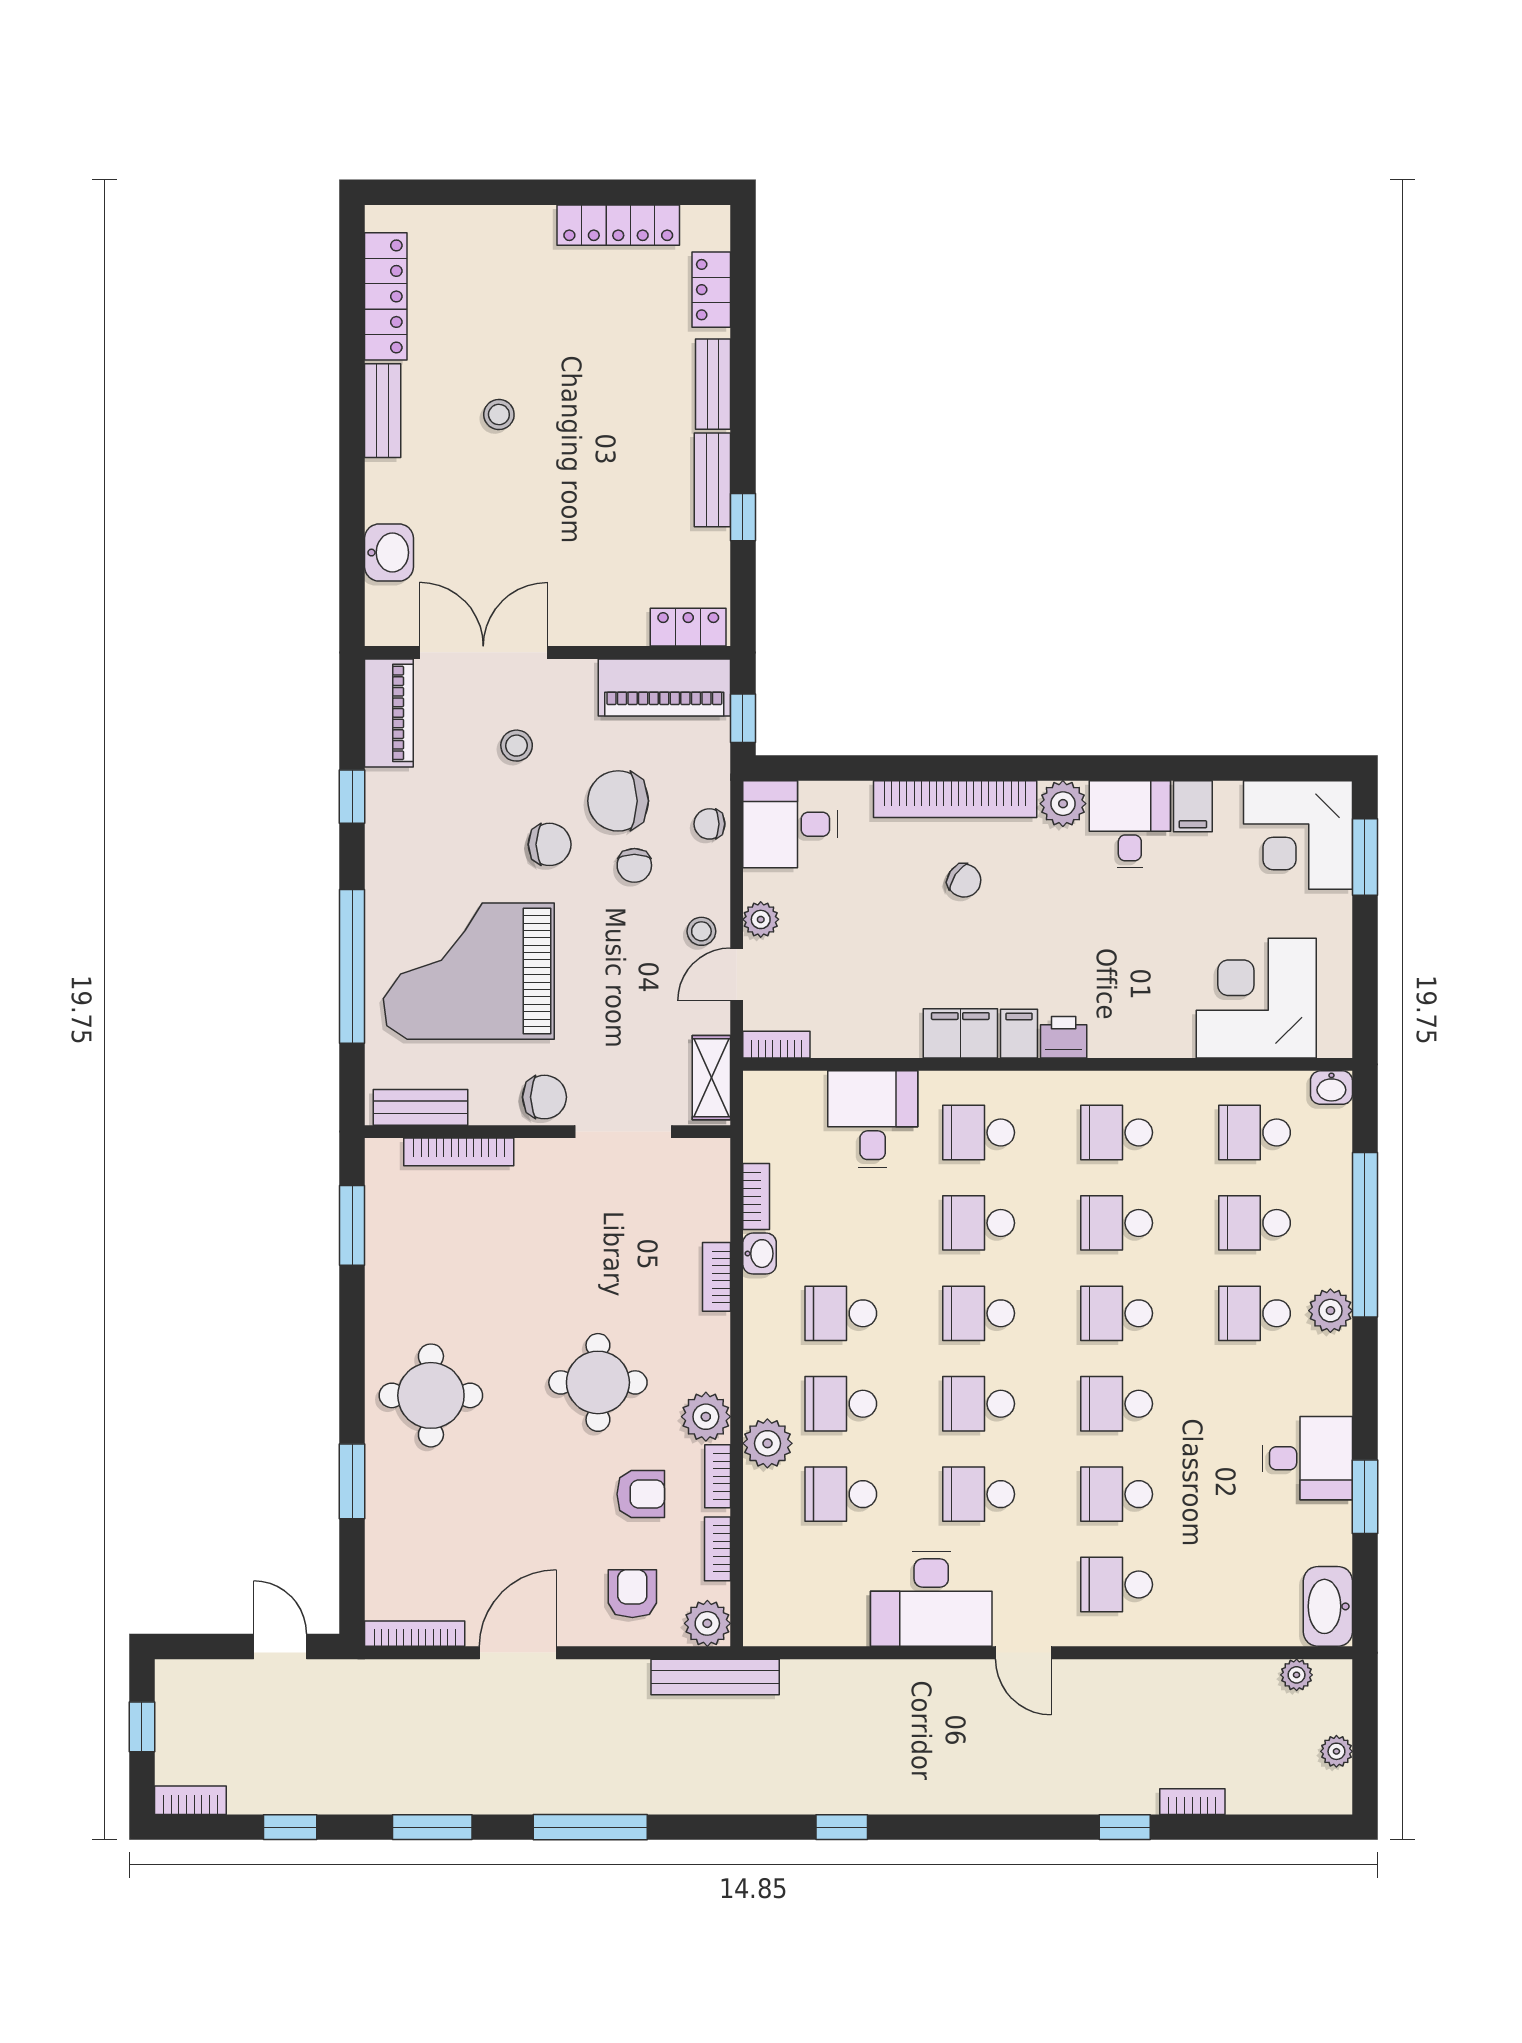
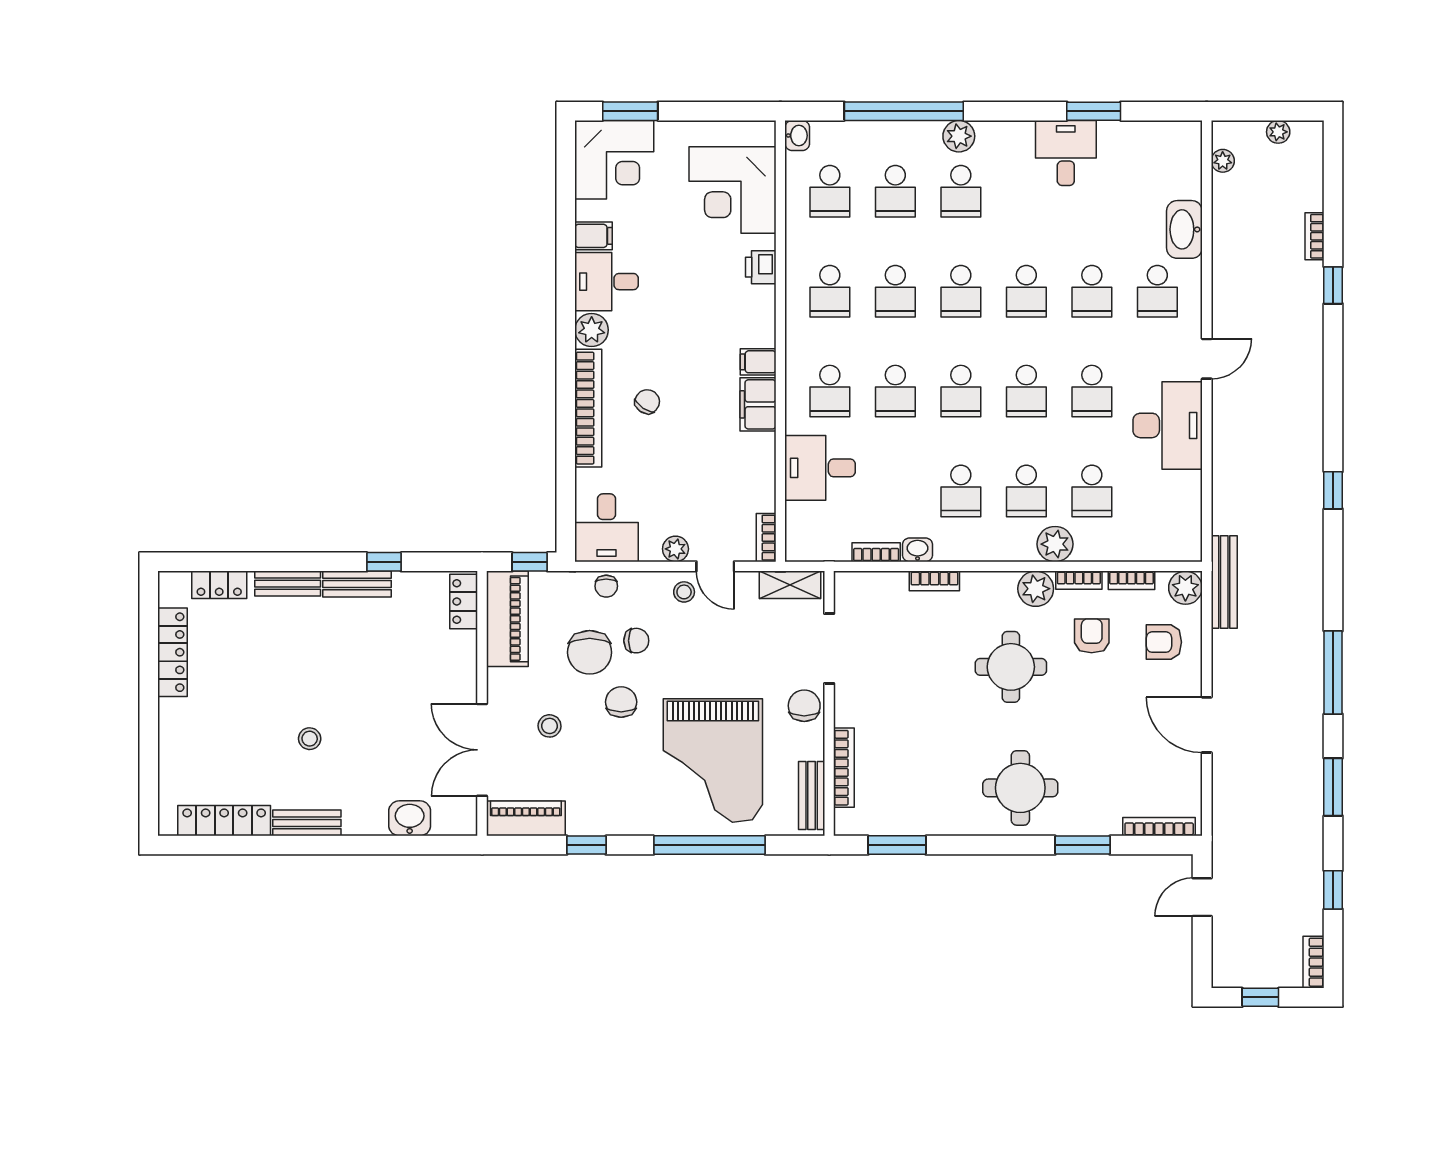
printer: (1064, 1037) -> (761, 267), moved
washbasin: (1328, 1606) -> (1184, 229), moved, turned 90
bookcase: (415, 1634) -> (1159, 827), moved, turned 90

